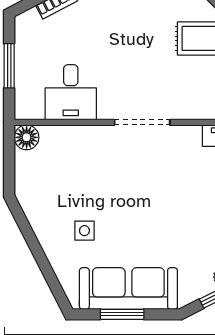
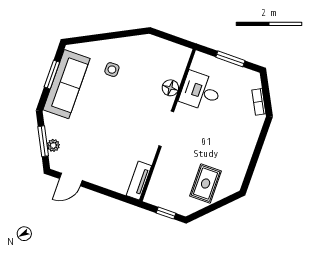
floor lamp: (27, 137) -> (170, 88), moved

